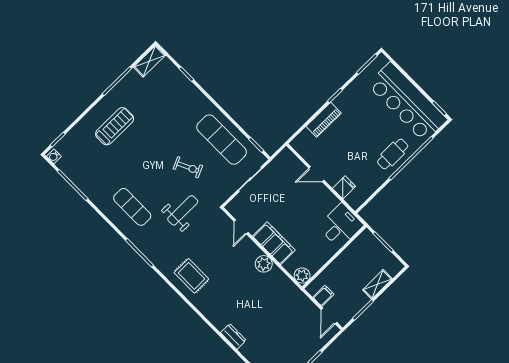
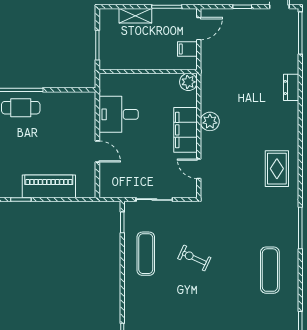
piano: (324, 120) -> (49, 186), width x1.37, depth x1.33
exercise mat: (222, 140) -> (146, 254), width x0.73, depth x0.69
exercise bike: (188, 167) -> (194, 258), turned -40
fridge: (344, 187) -> (86, 119), removed
weight bench: (183, 210) -> (232, 228), removed
desk: (341, 226) -> (119, 114), moved
door: (241, 227) -> (199, 169), swing flipped

